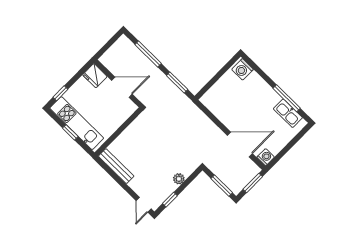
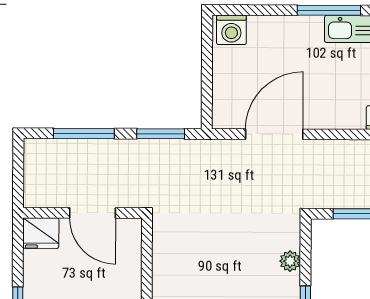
door: (122, 87) -> (93, 213), swing flipped
door: (240, 144) -> (274, 134), moved

